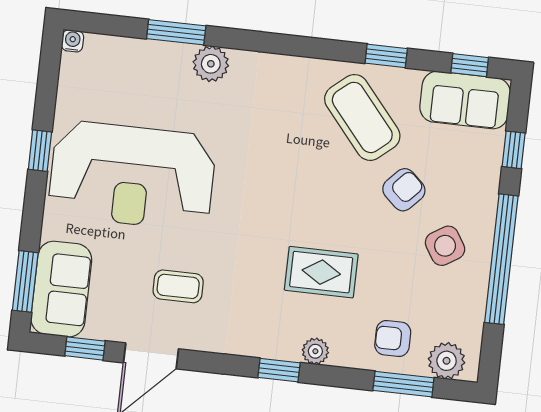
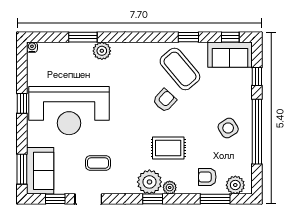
armchair: (404, 190) -> (165, 100), moved
plant: (276, 336) -> (149, 182), added

